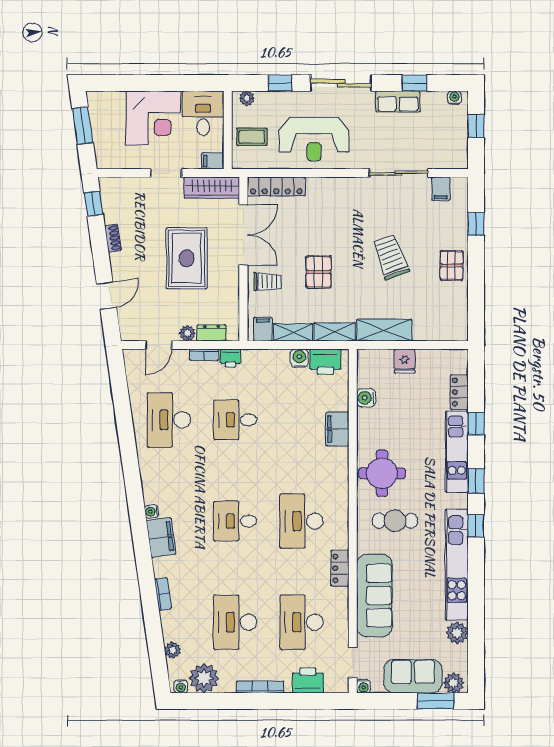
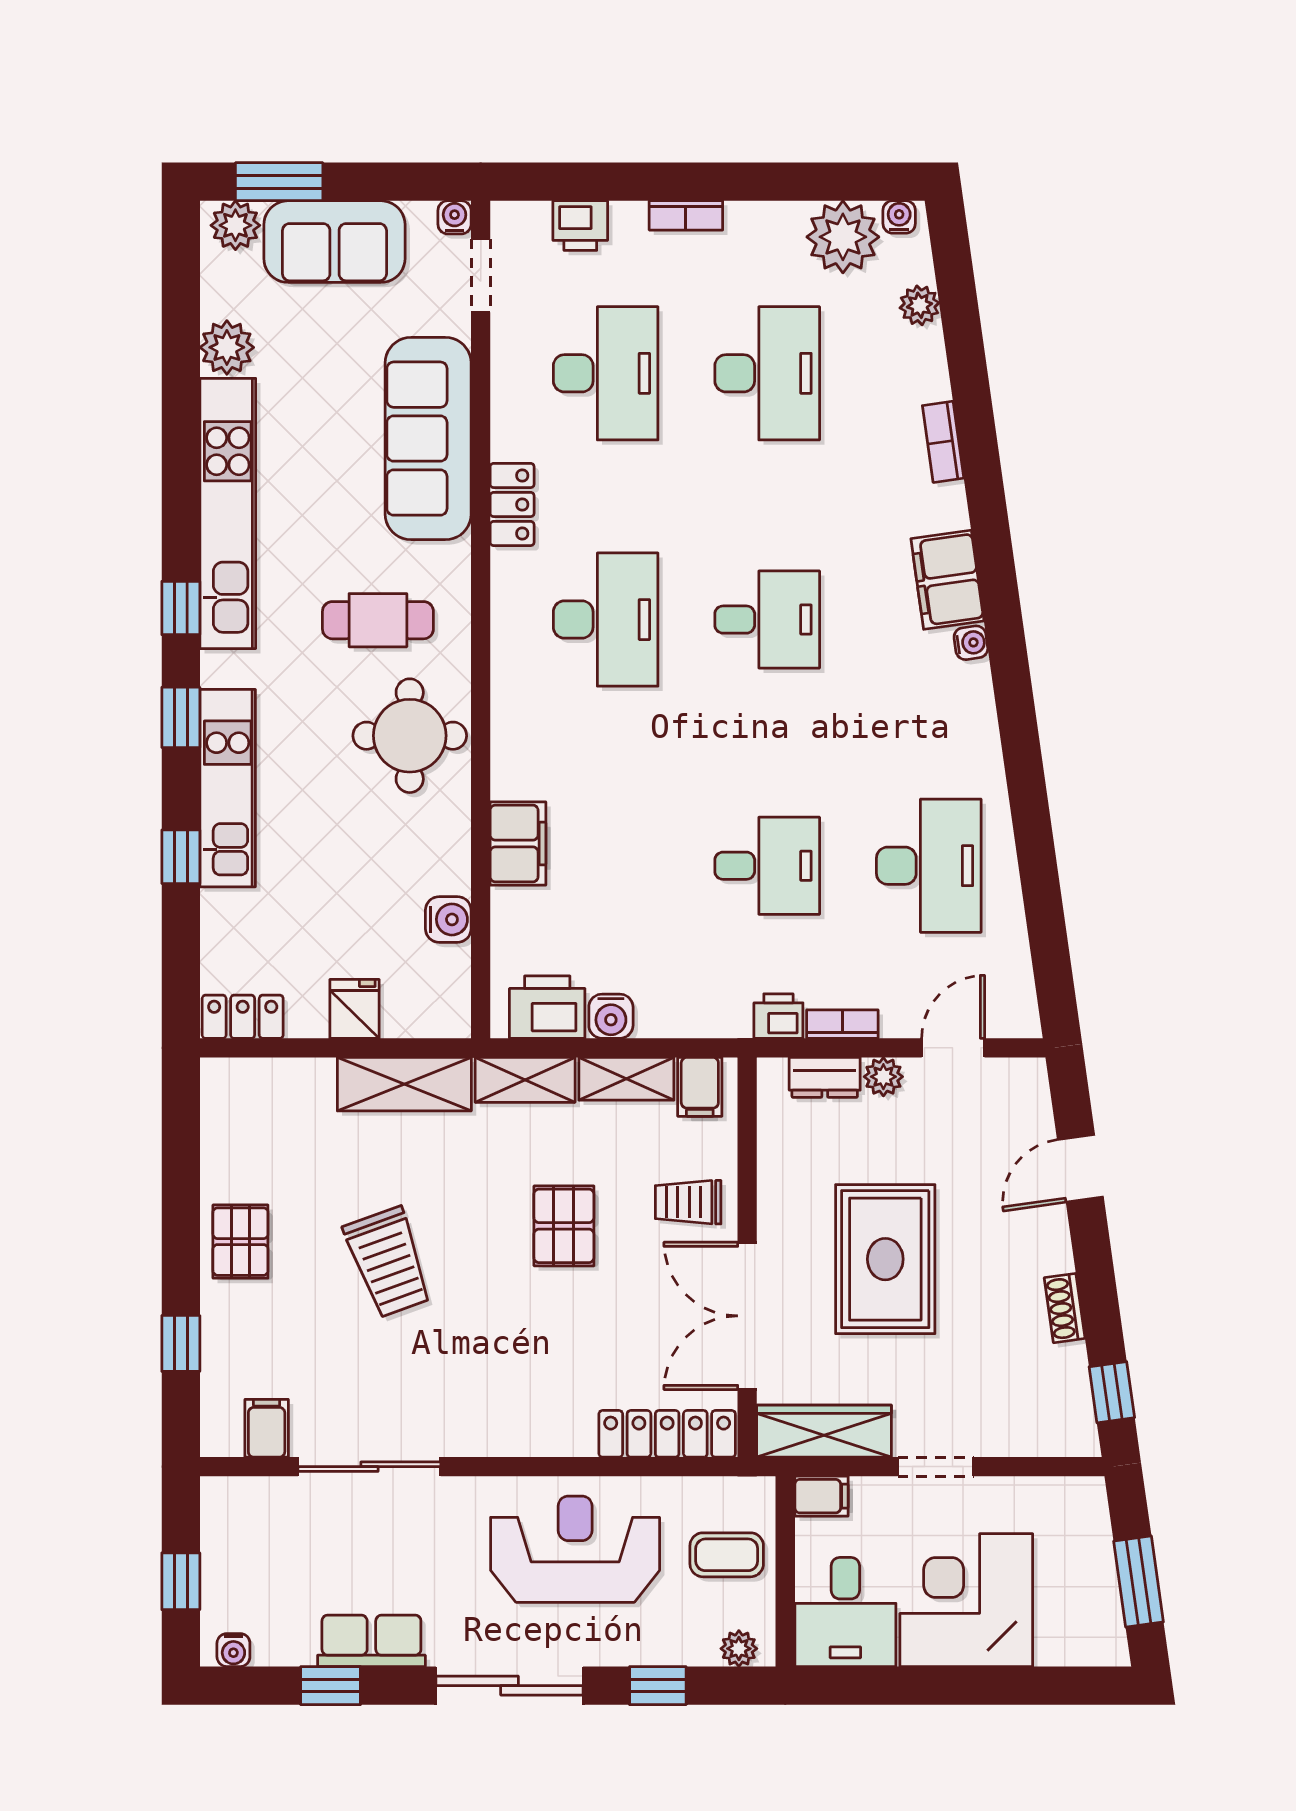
locker: (459, 392) -> (243, 1017), moved, turned -90
printer: (308, 680) -> (580, 226), width x0.73, depth x0.81
bookcase: (260, 687) -> (686, 215), width x0.64

